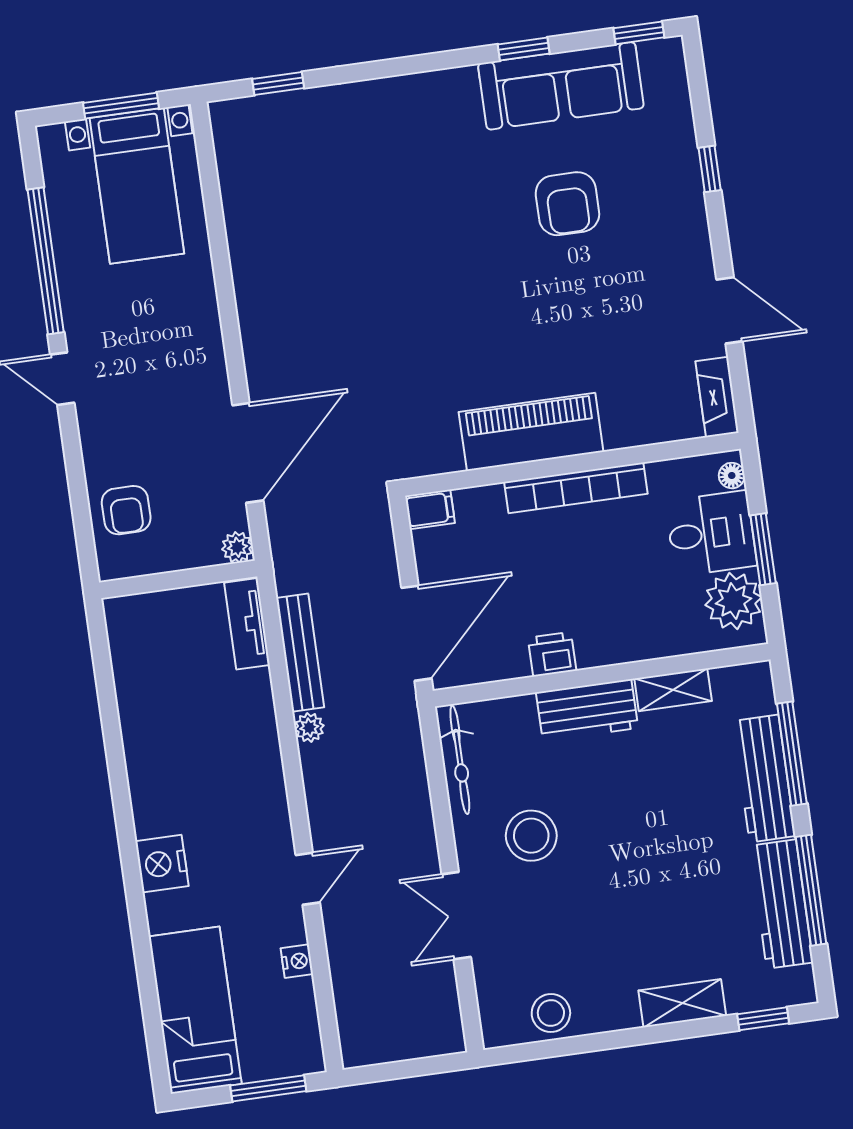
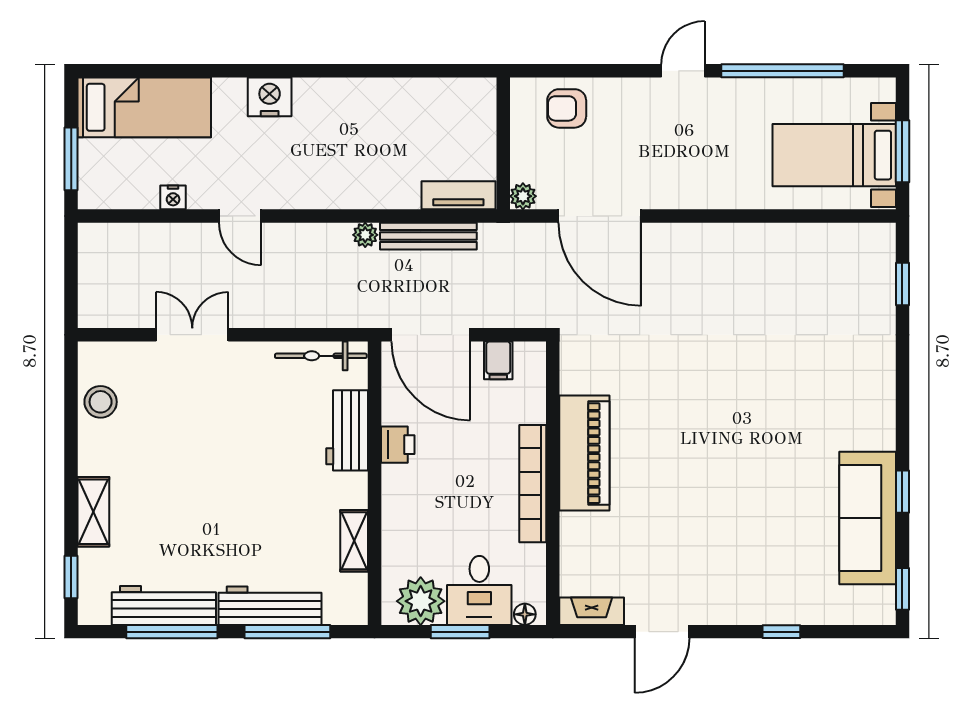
armchair: (567, 204) -> (769, 510), removed
filing cabinet: (430, 509) -> (498, 360), moved
workbench: (587, 710) -> (347, 430), moved
stool: (531, 836) -> (250, 406), removed

